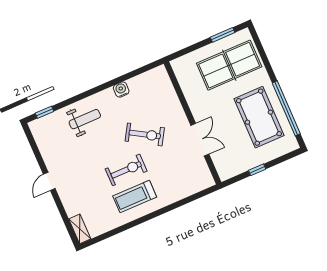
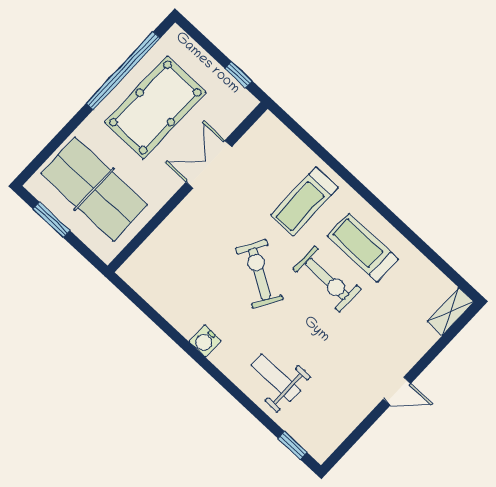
wall: (193, 123) -> (188, 187), moved
double door: (200, 140) -> (209, 164), moved
exercise bike: (126, 170) -> (327, 279), turned 180
treadmill: (173, 176) -> (304, 201), added
treadmill: (135, 197) -> (363, 248), turned 180

